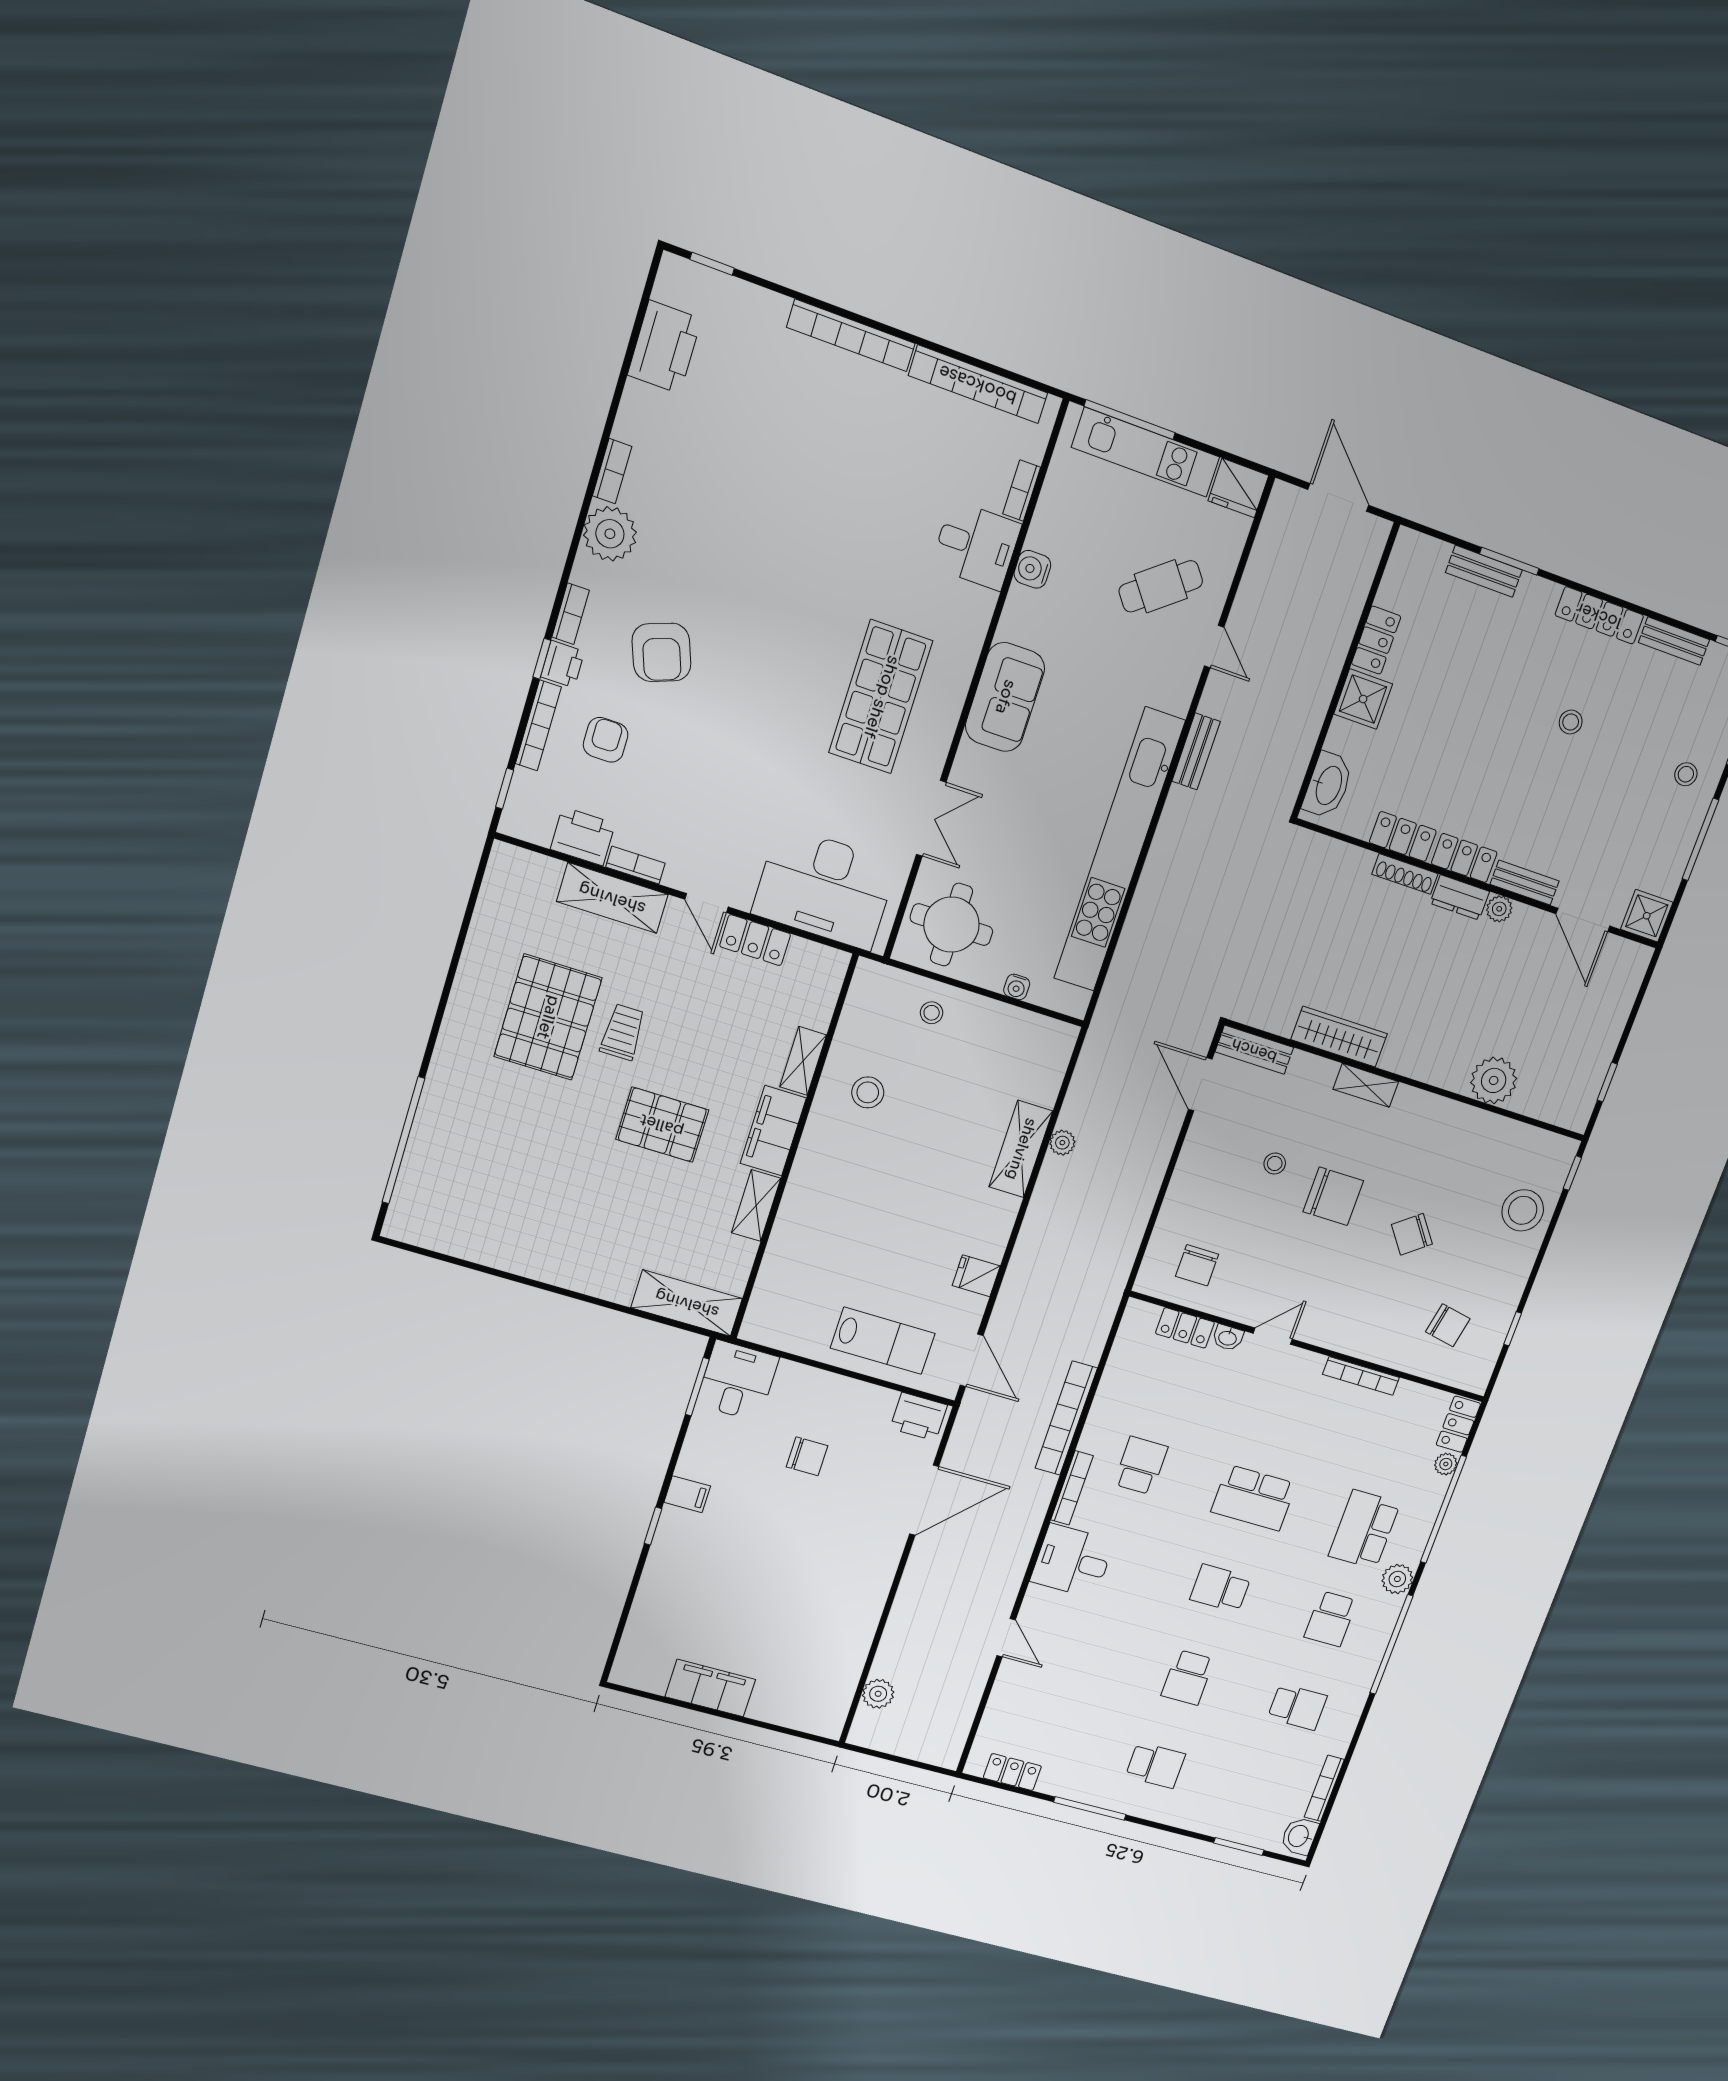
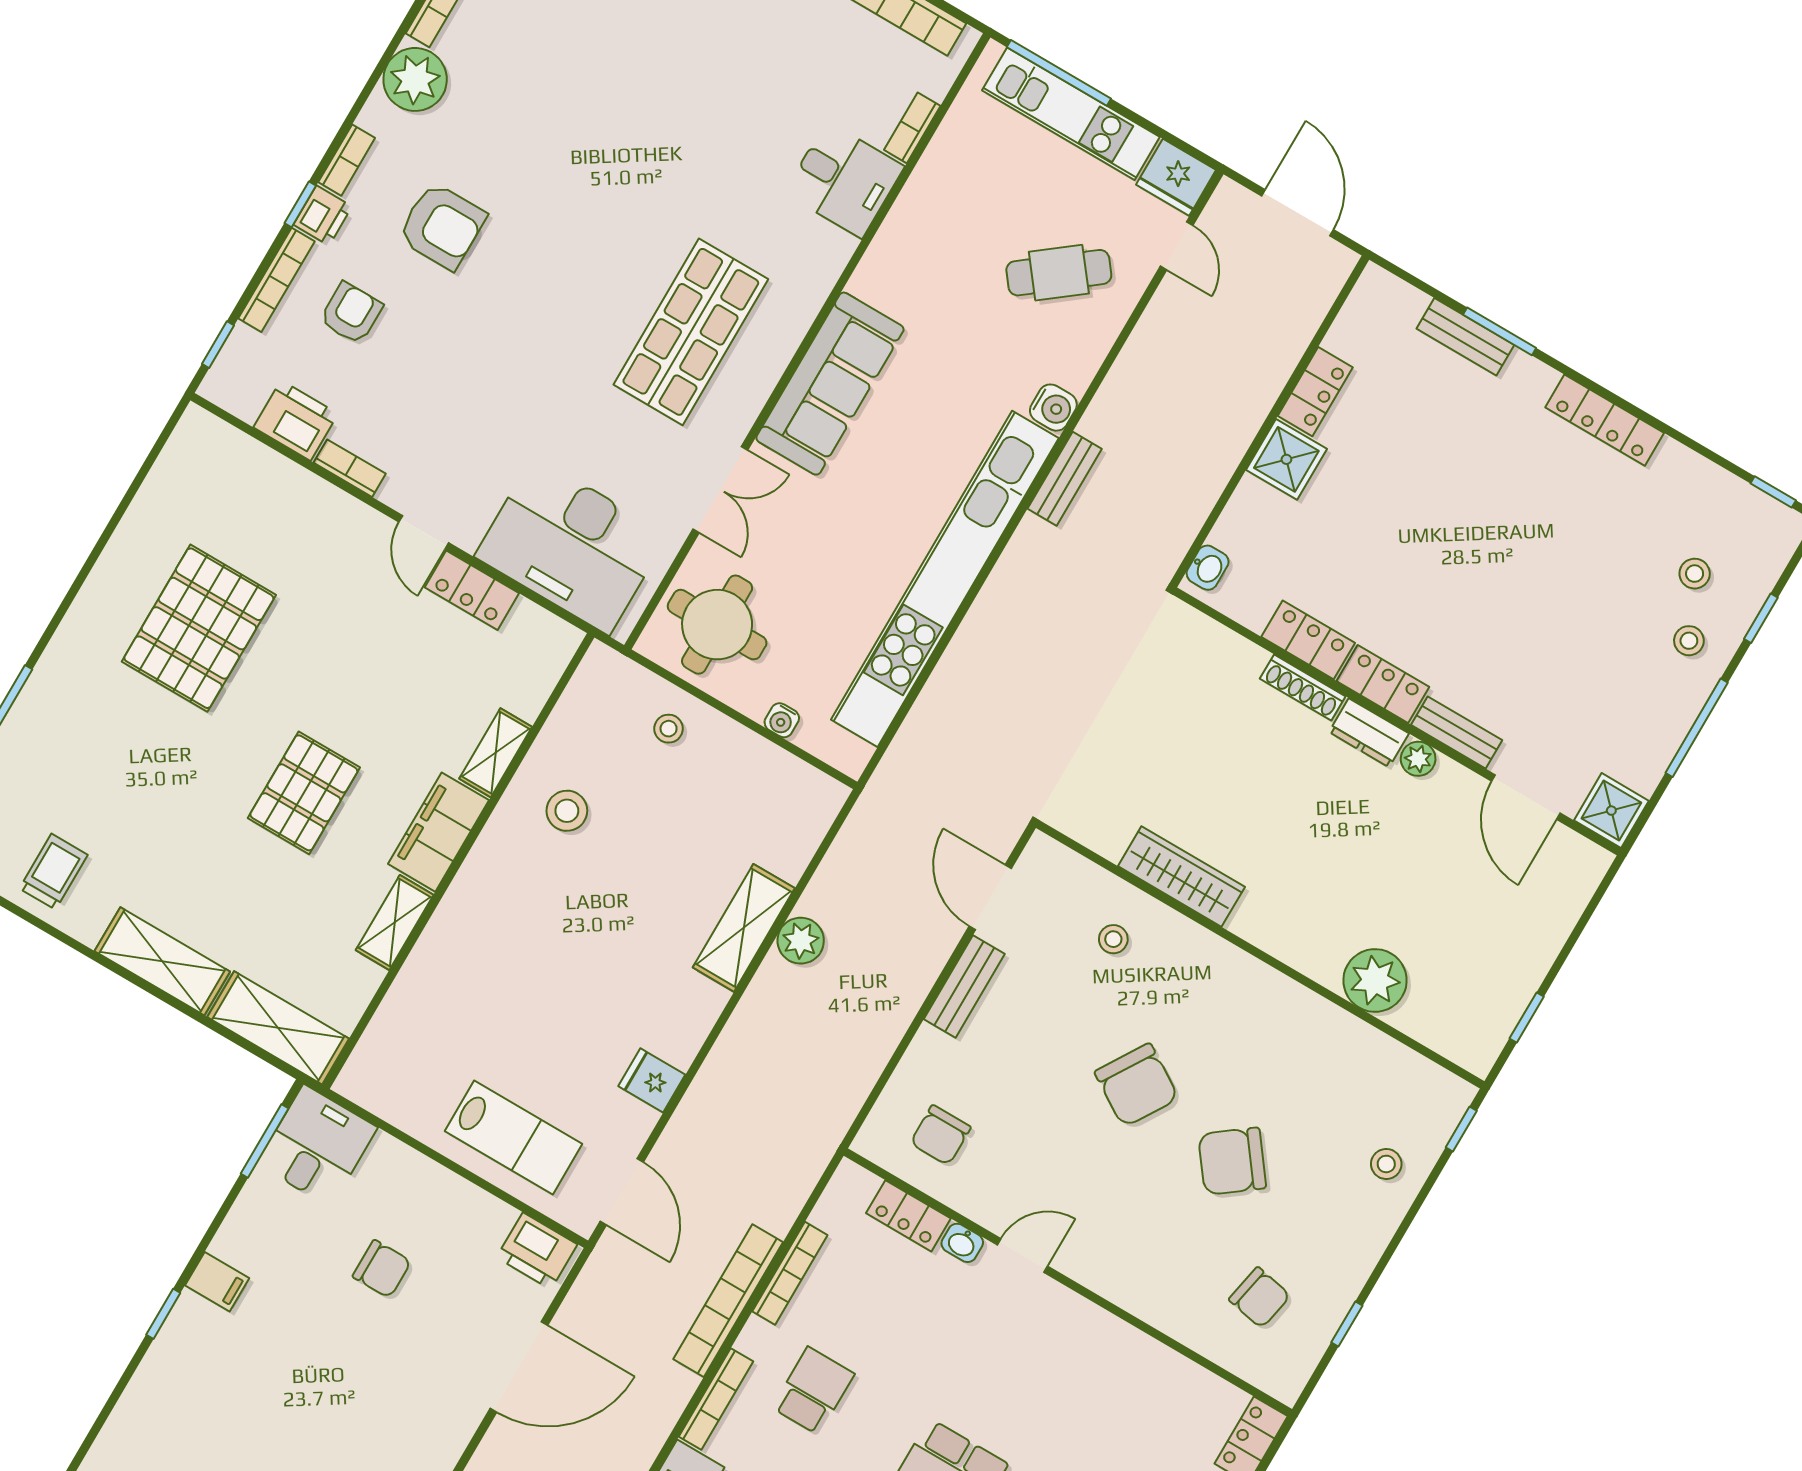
water cooler: (1032, 569) -> (1053, 408), moved, turned 180
bench: (1674, 641) -> (1697, 472), removed
door: (1214, 647) -> (1177, 246), moved
armchair: (661, 652) -> (442, 226), turned -70
sofa: (1005, 697) -> (830, 384), width x1.36
stool: (1571, 722) -> (1695, 574), moved
washbasin: (1328, 785) -> (1208, 568), width x0.52, depth x0.69
shelving: (612, 898) -> (162, 961), moved
trolley: (623, 1032) -> (53, 872), moved
bench: (1254, 1050) -> (964, 986), moved, turned 90
shelving: (1366, 1085) -> (1205, 948), removed
pallet: (662, 1125) -> (304, 793), turned 90
plant: (1062, 1143) -> (801, 941), width x1.38, depth x1.38
stool: (1275, 1163) -> (1113, 939), moved
chair: (1333, 1196) -> (1137, 1085), turned 32
stool: (1523, 1210) -> (1386, 1164), width x0.53, depth x0.53
chair: (1412, 1234) -> (1232, 1161), width x1.37, depth x1.37
bookcase: (1361, 1376) -> (790, 1273), moved, turned -90

